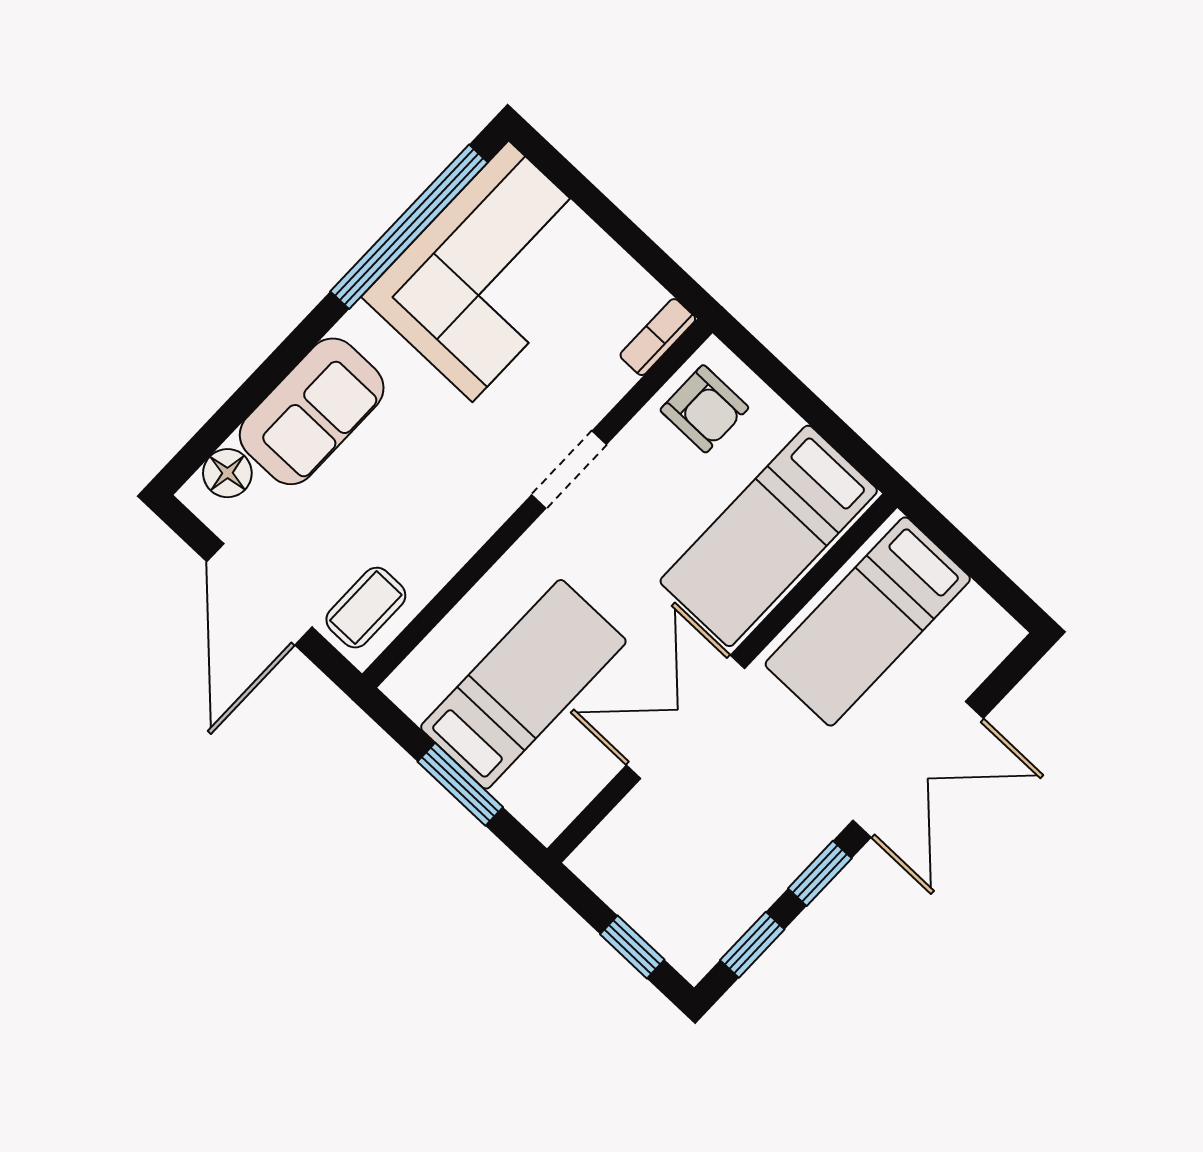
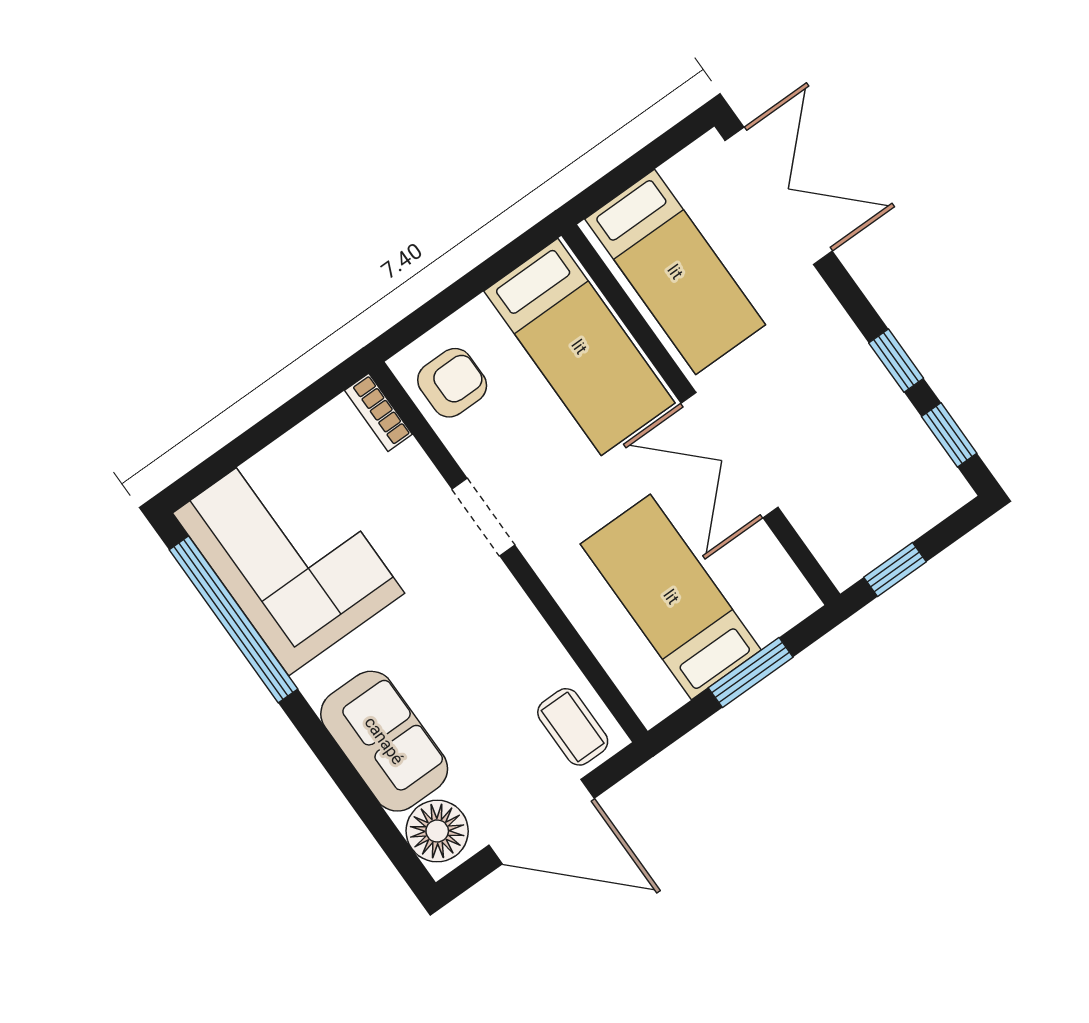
floor lamp: (227, 473) -> (437, 831), width x1.38, depth x1.38
double door: (918, 769) -> (779, 196), moved
window: (632, 947) -> (895, 570), moved

